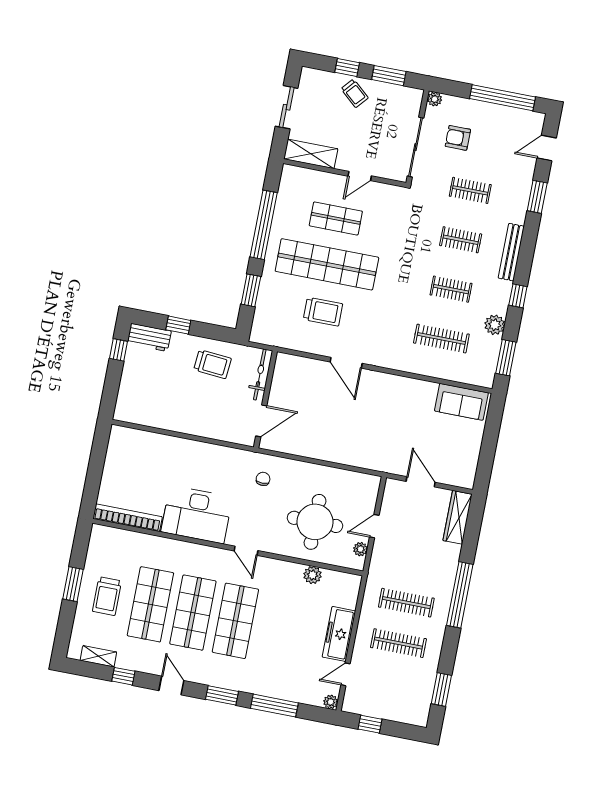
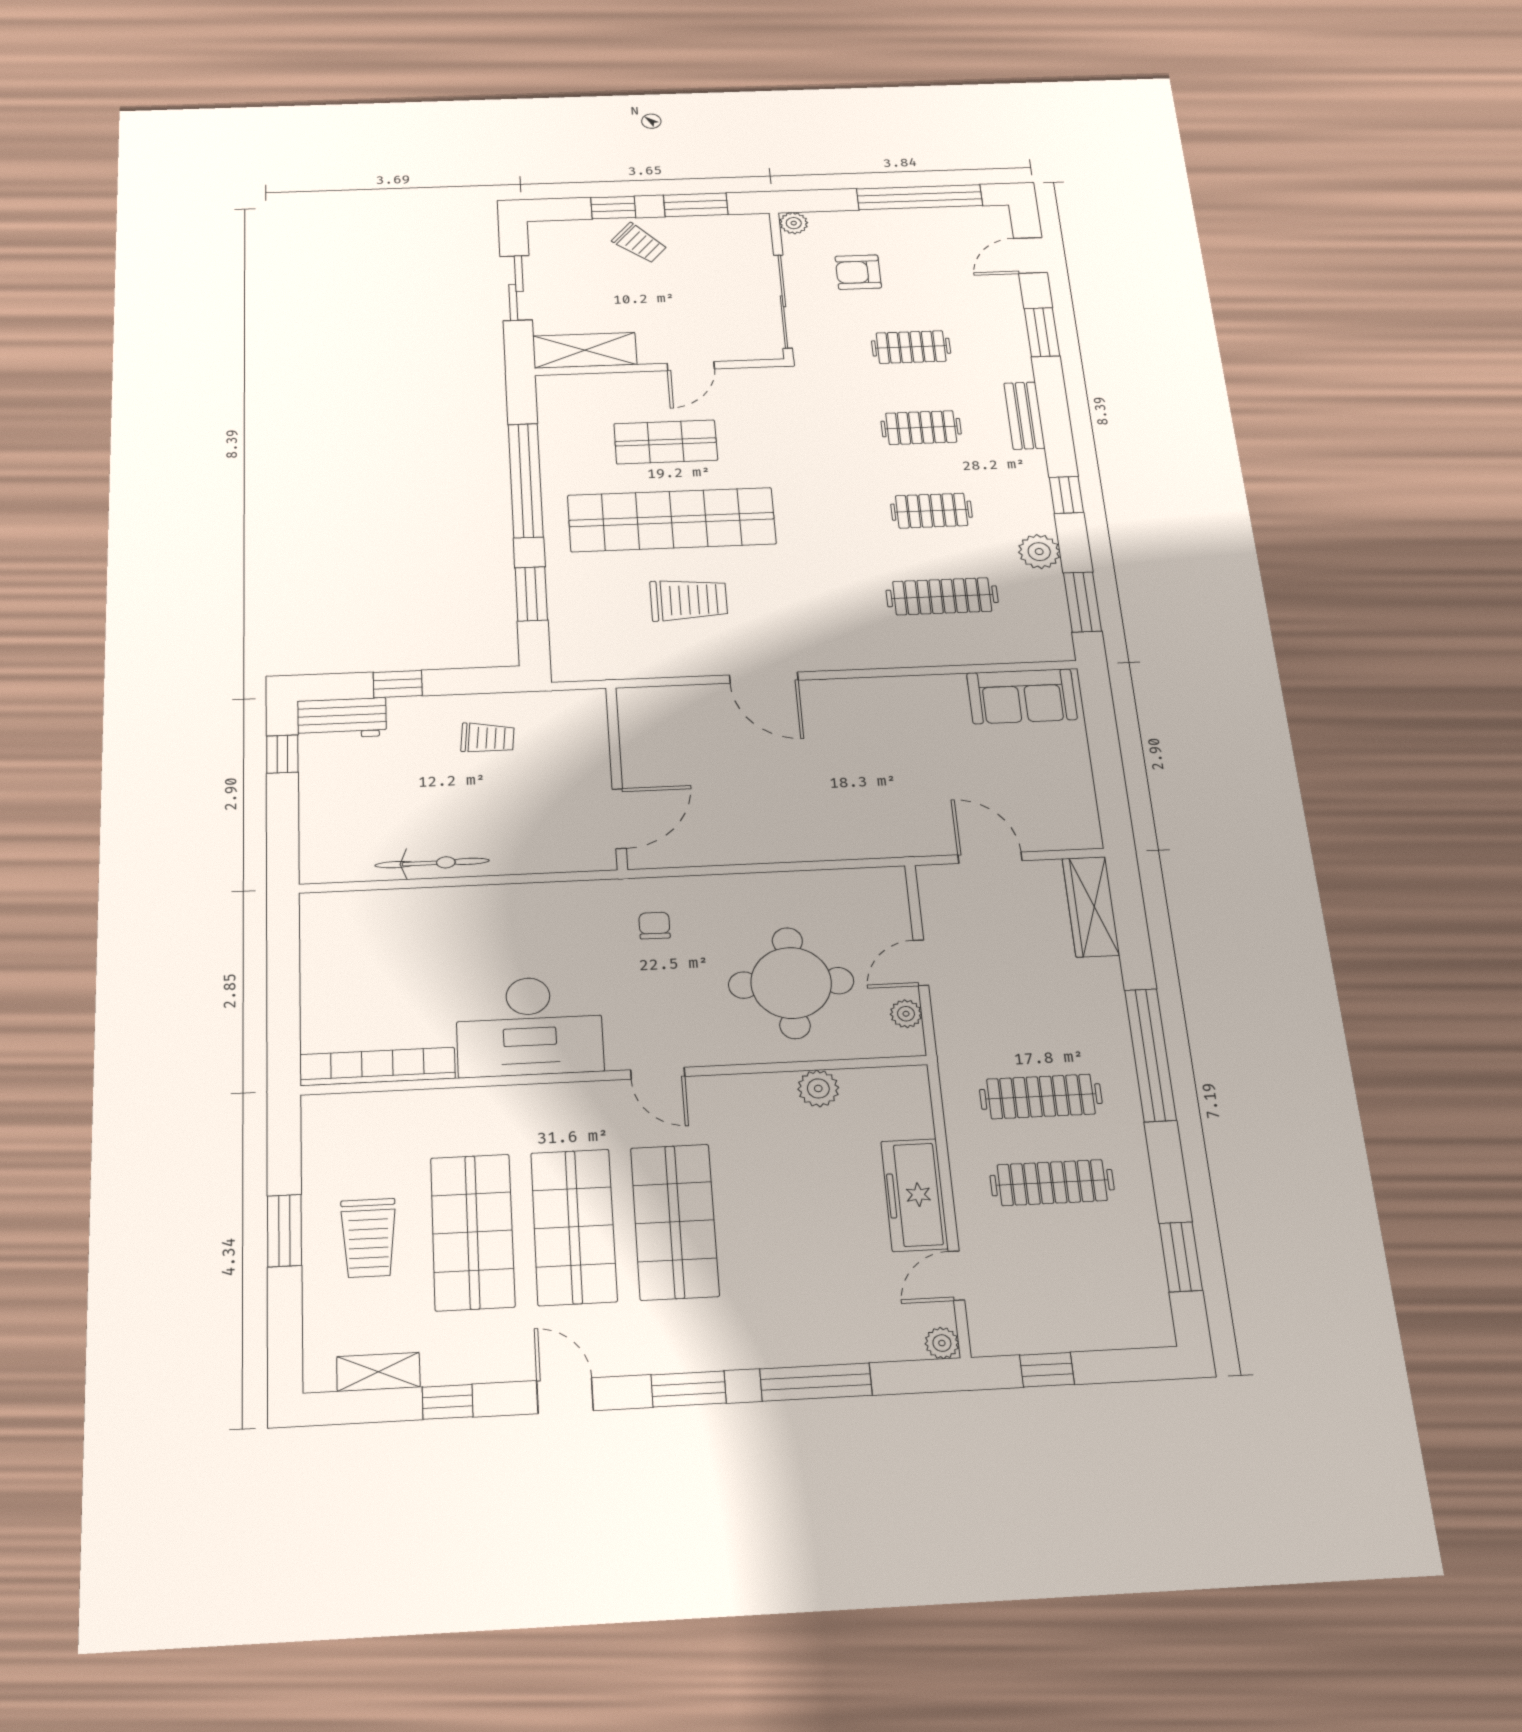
bench: (511, 252) -> (1024, 416), width x0.73
trolley: (212, 364) -> (488, 738), width x0.73, depth x0.72
bicycle: (260, 375) -> (432, 863), moved, turned 90

